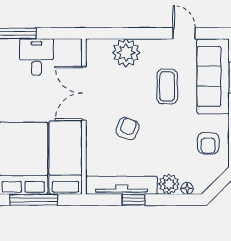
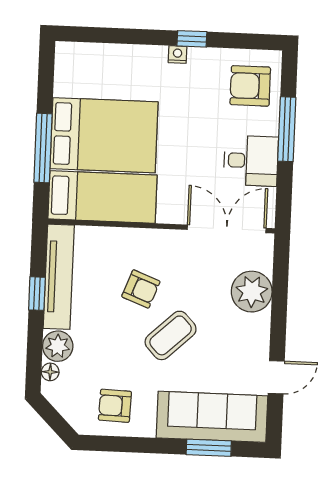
coffee table: (167, 87) -> (171, 335), moved, turned -43
double door: (84, 93) -> (227, 229), moved

